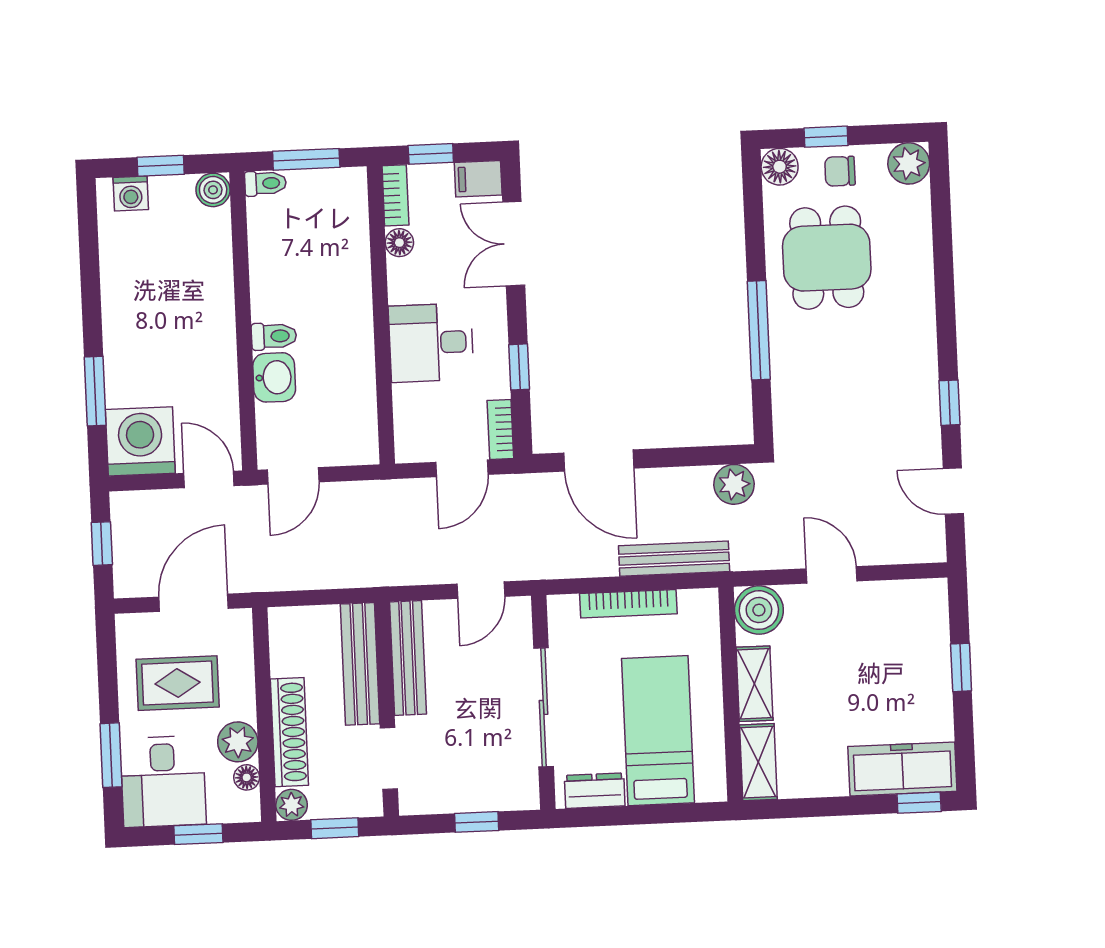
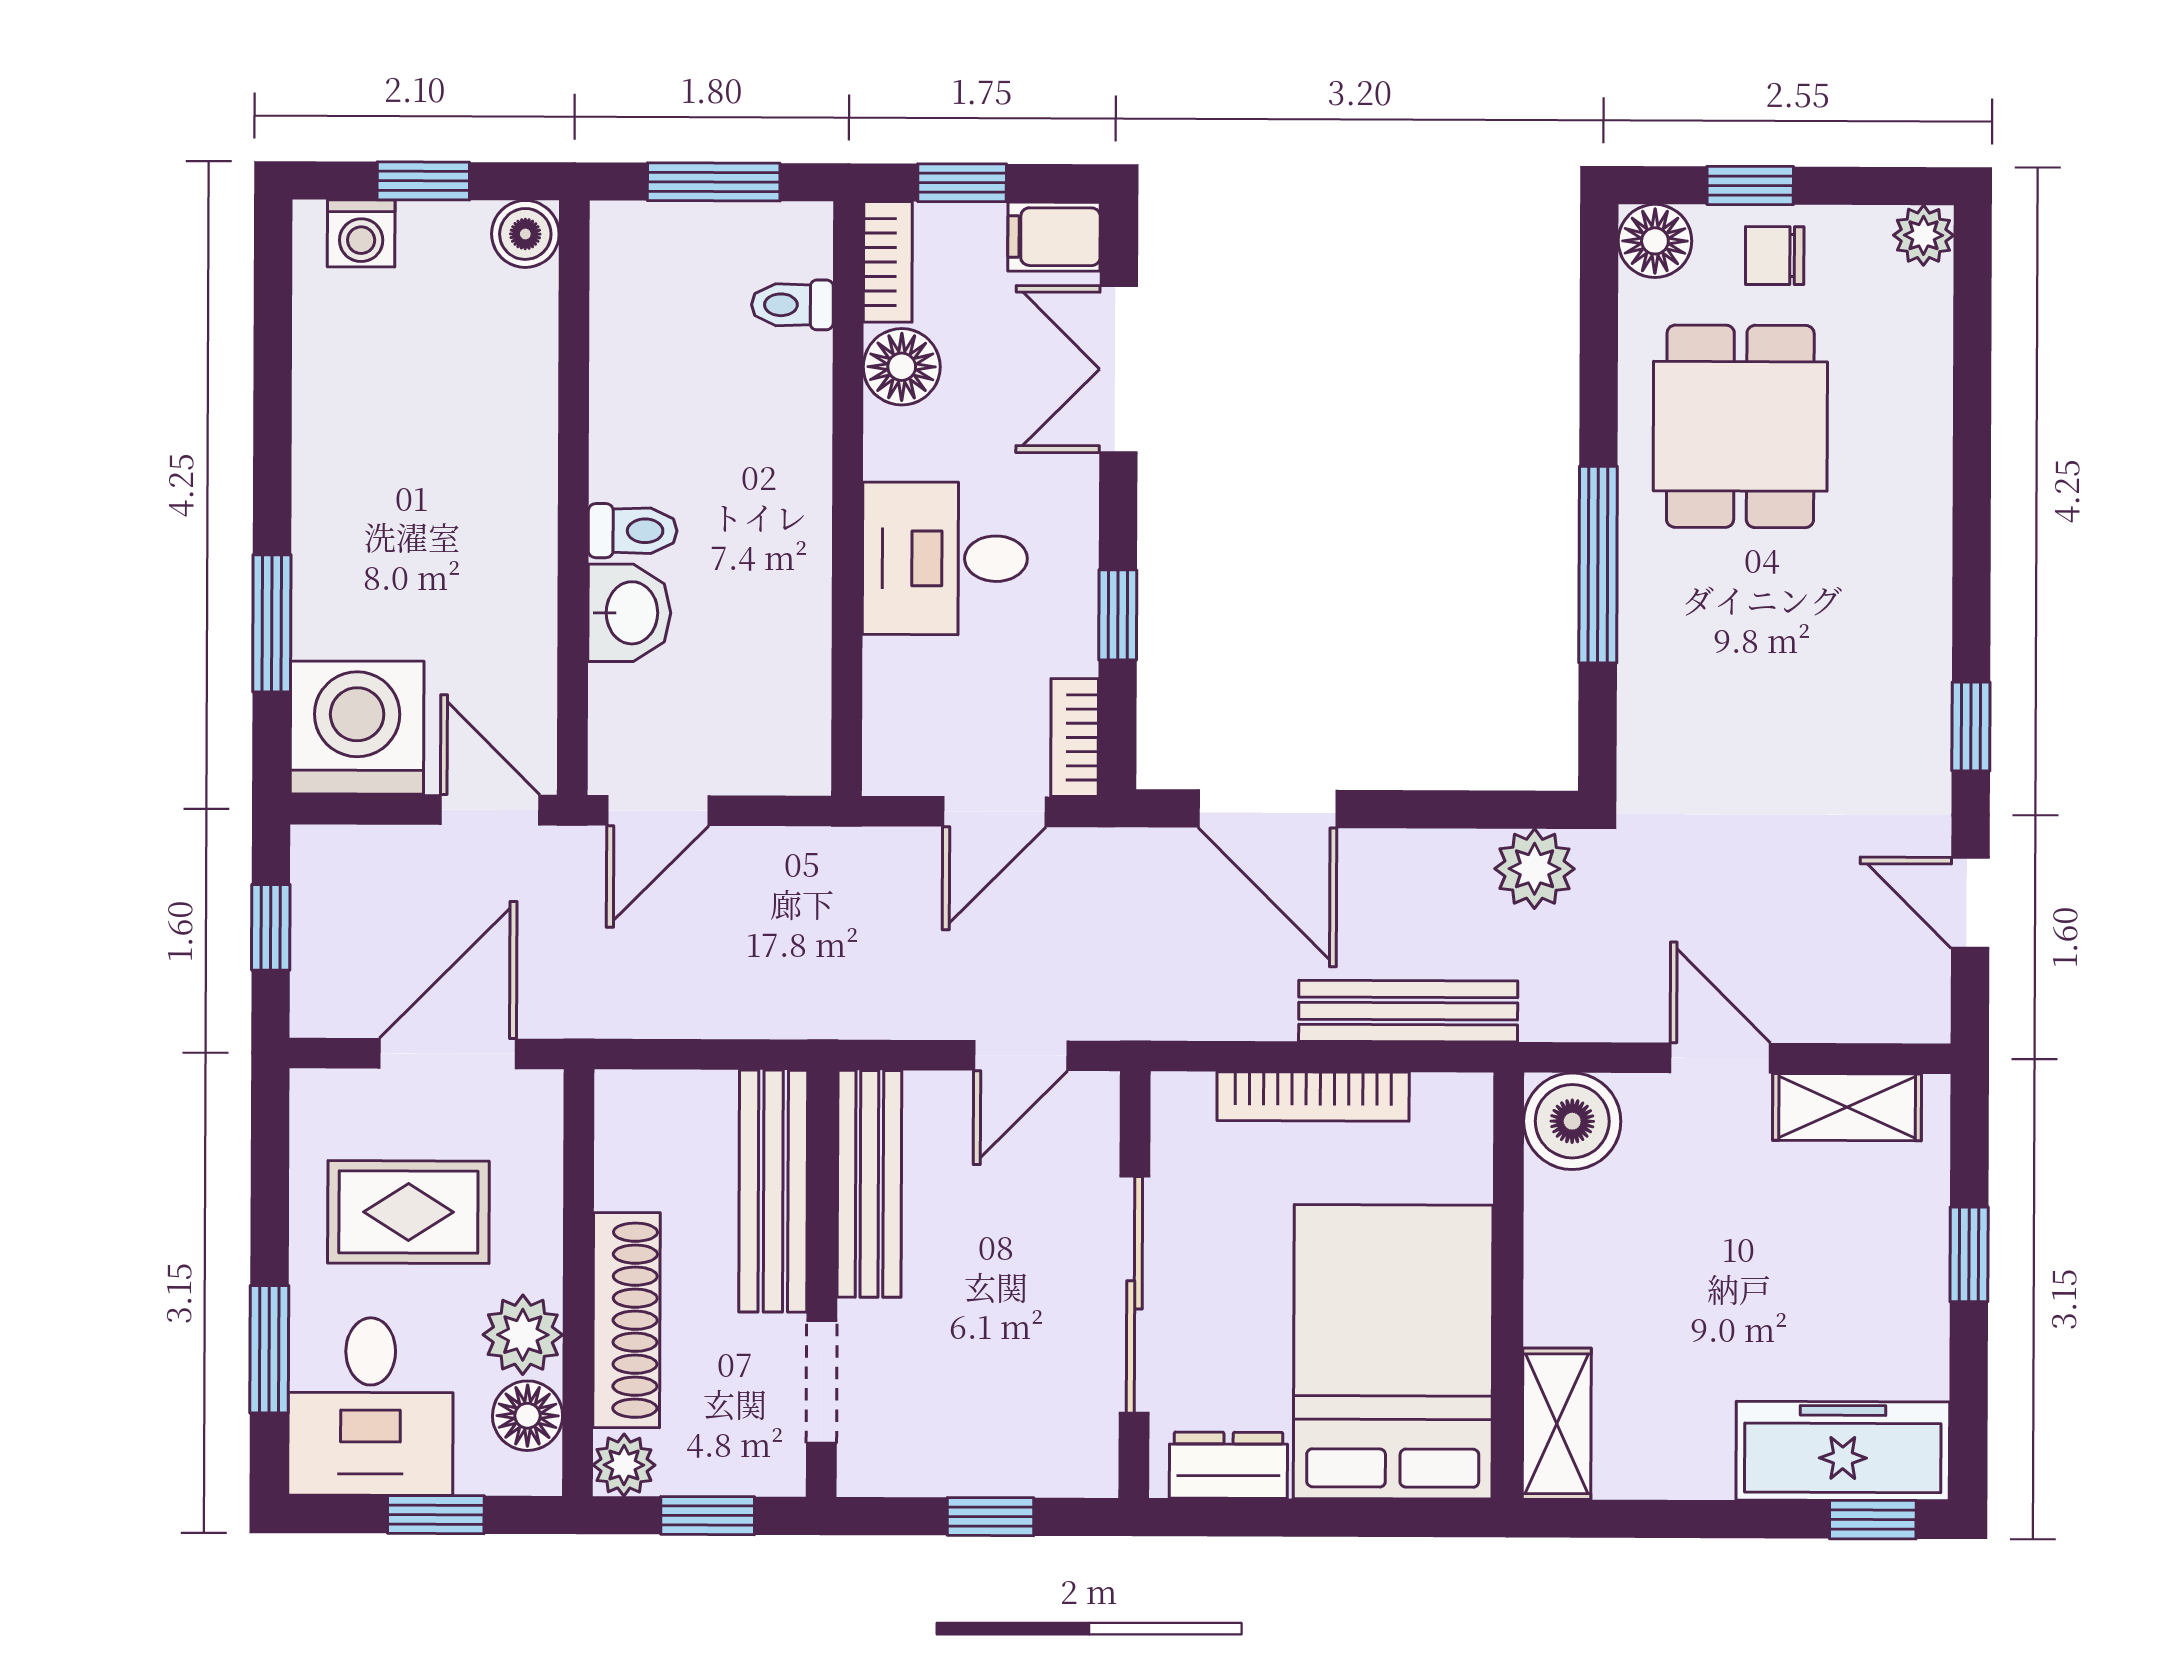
plant: (909, 163) -> (1923, 235), width x0.73, depth x0.73
toilet: (265, 183) -> (792, 305), moved, turned 180
floor lamp: (399, 243) -> (902, 367), width x1.37, depth x1.37
shelving: (755, 684) -> (1847, 1107), moved, turned 90
bed: (658, 731) -> (1393, 1352), width x1.50
floor lamp: (247, 777) -> (528, 1416), width x1.37, depth x1.37

